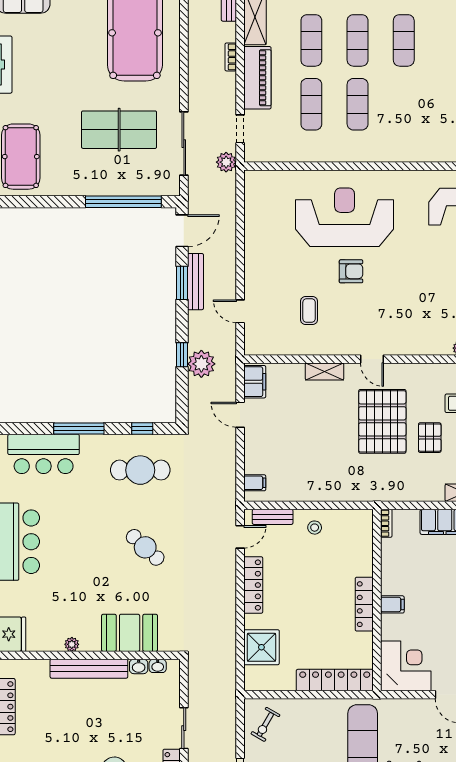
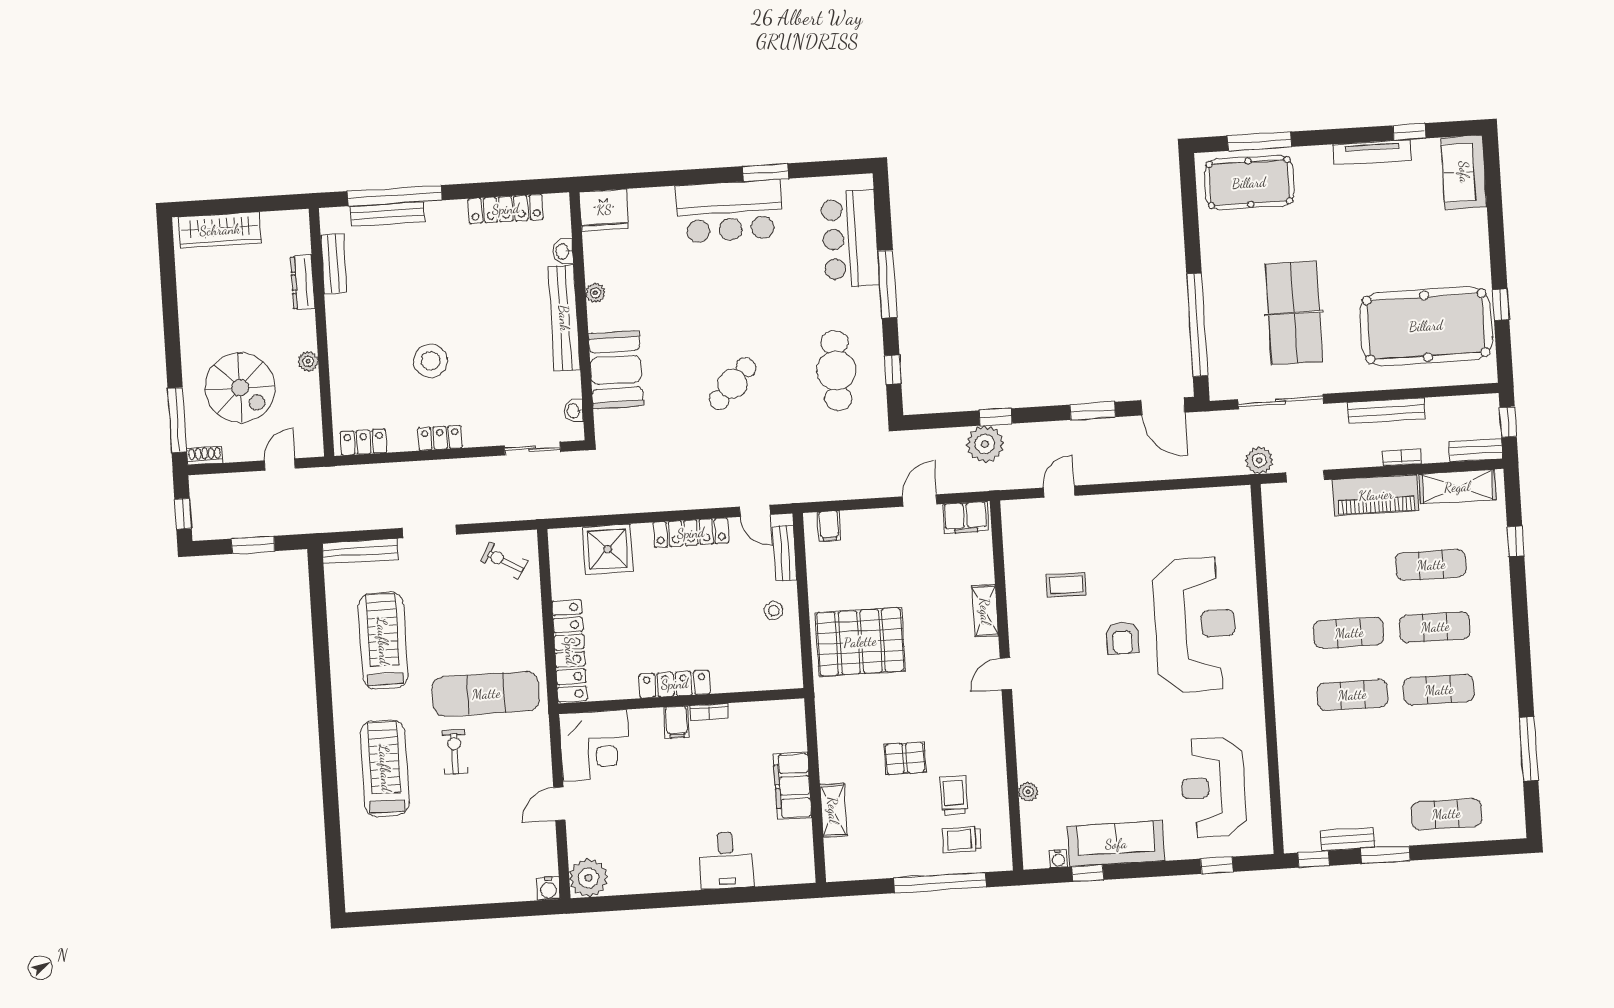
exercise mat: (311, 104) -> (1352, 695), moved
bench: (195, 282) -> (1386, 411), moved
pallet: (382, 421) -> (860, 642), moved
bookcase: (386, 523) -> (709, 712), moved
washbasin: (139, 666) -> (563, 251), moved
sliding door: (184, 728) -> (532, 449), moved

